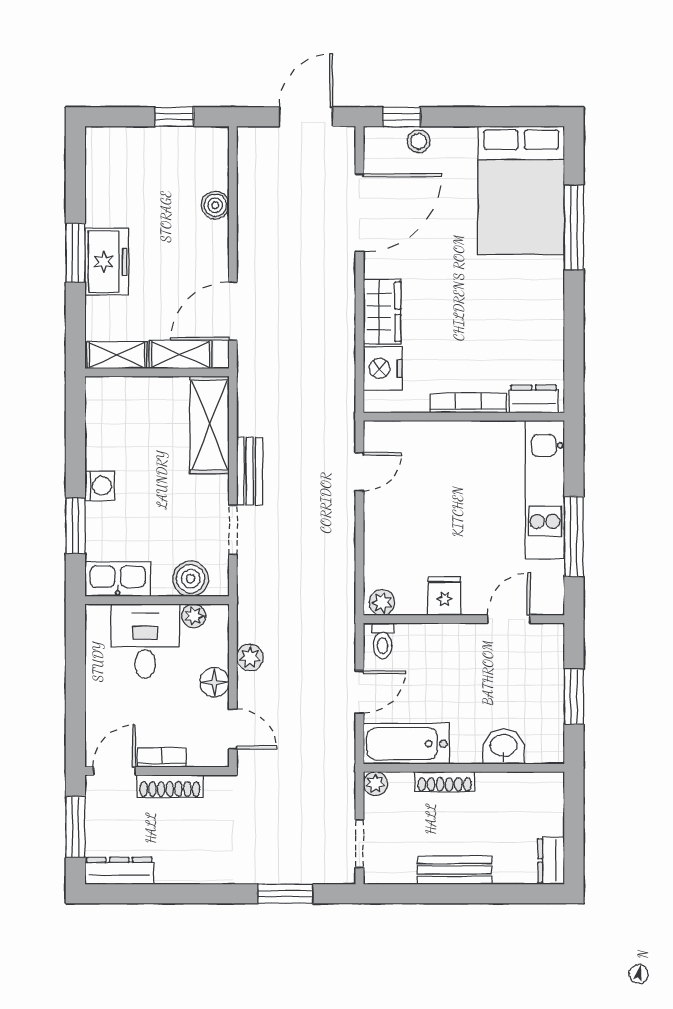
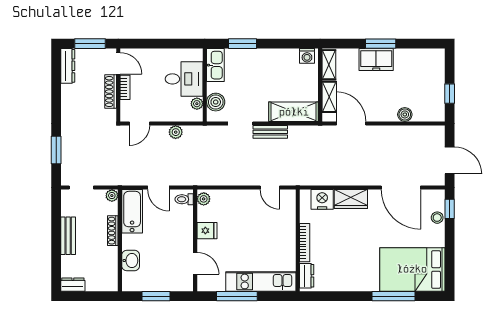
washing machine: (100, 486) -> (307, 56), moved
floor lamp: (214, 682) -> (163, 114), removed

